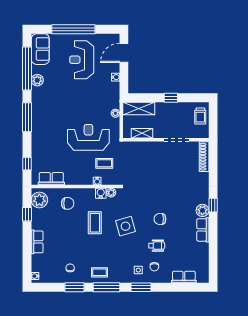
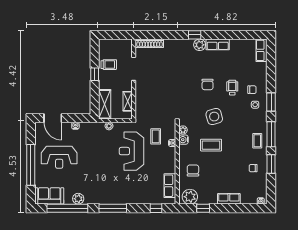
trolley: (200, 116) -> (109, 65), moved
row of seats: (184, 277) -> (262, 50), moved

